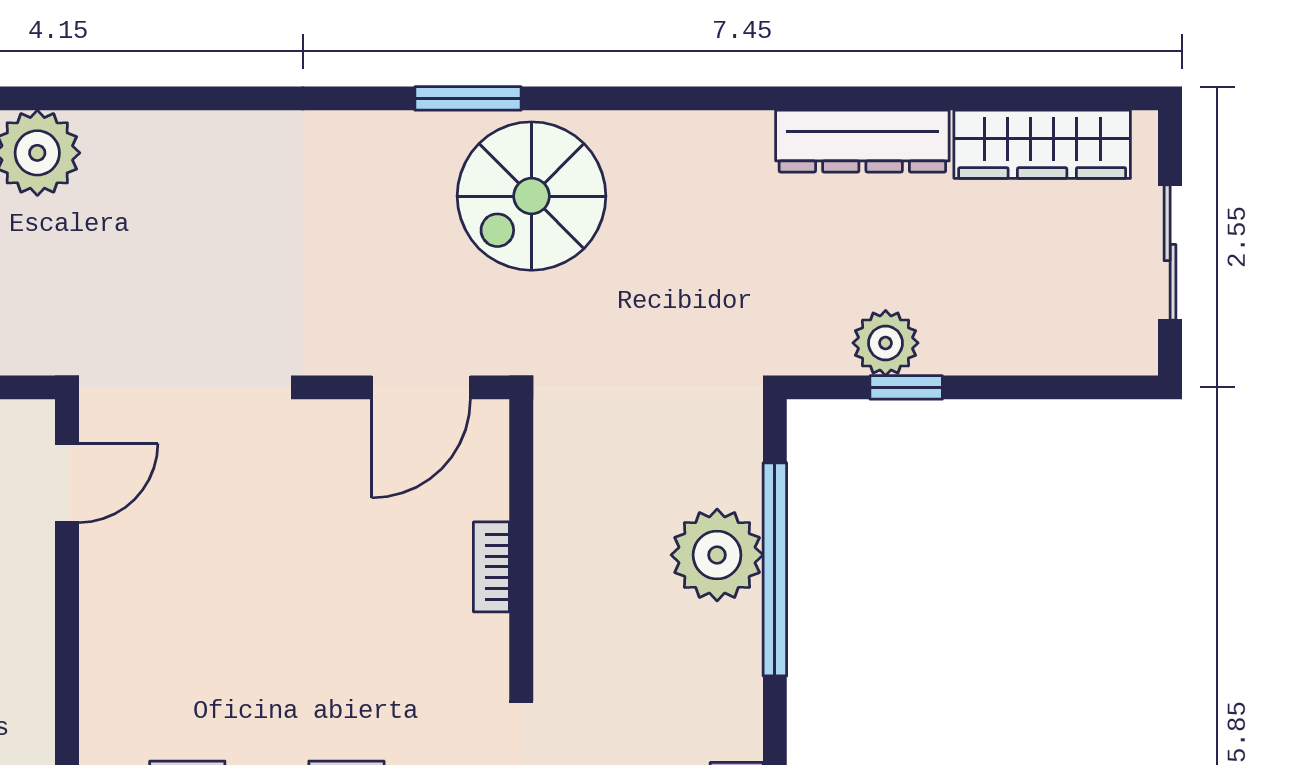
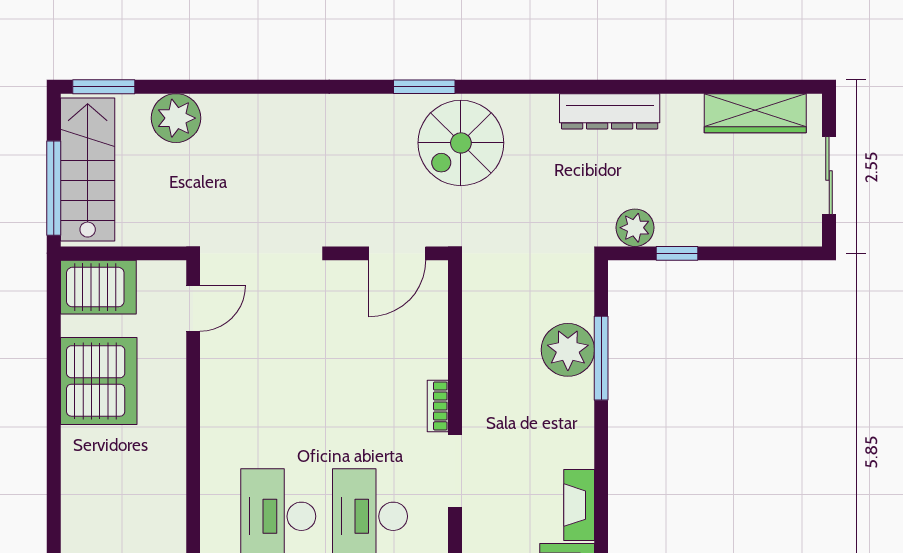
dresser: (862, 141) -> (610, 111), moved
plant: (886, 343) -> (635, 228), moved
bookcase: (491, 567) -> (438, 406), moved
window: (775, 569) -> (601, 358), width x0.68

